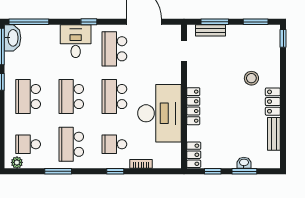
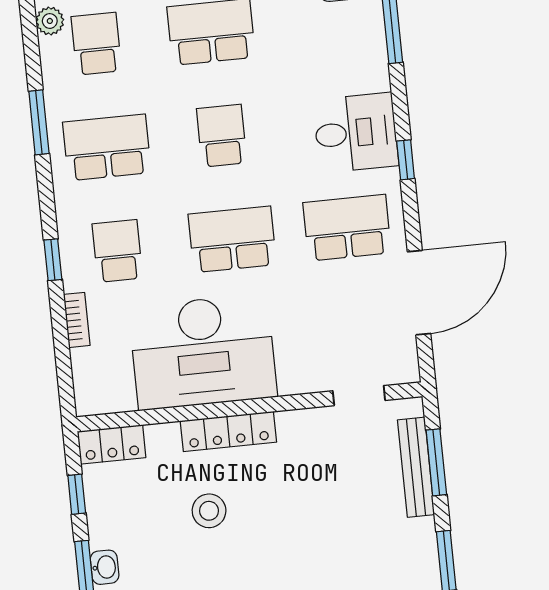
bench: (210, 30) -> (416, 467), width x1.36
stool: (251, 78) -> (209, 511), moved
school desk: (71, 97) -> (222, 136), width x0.54

